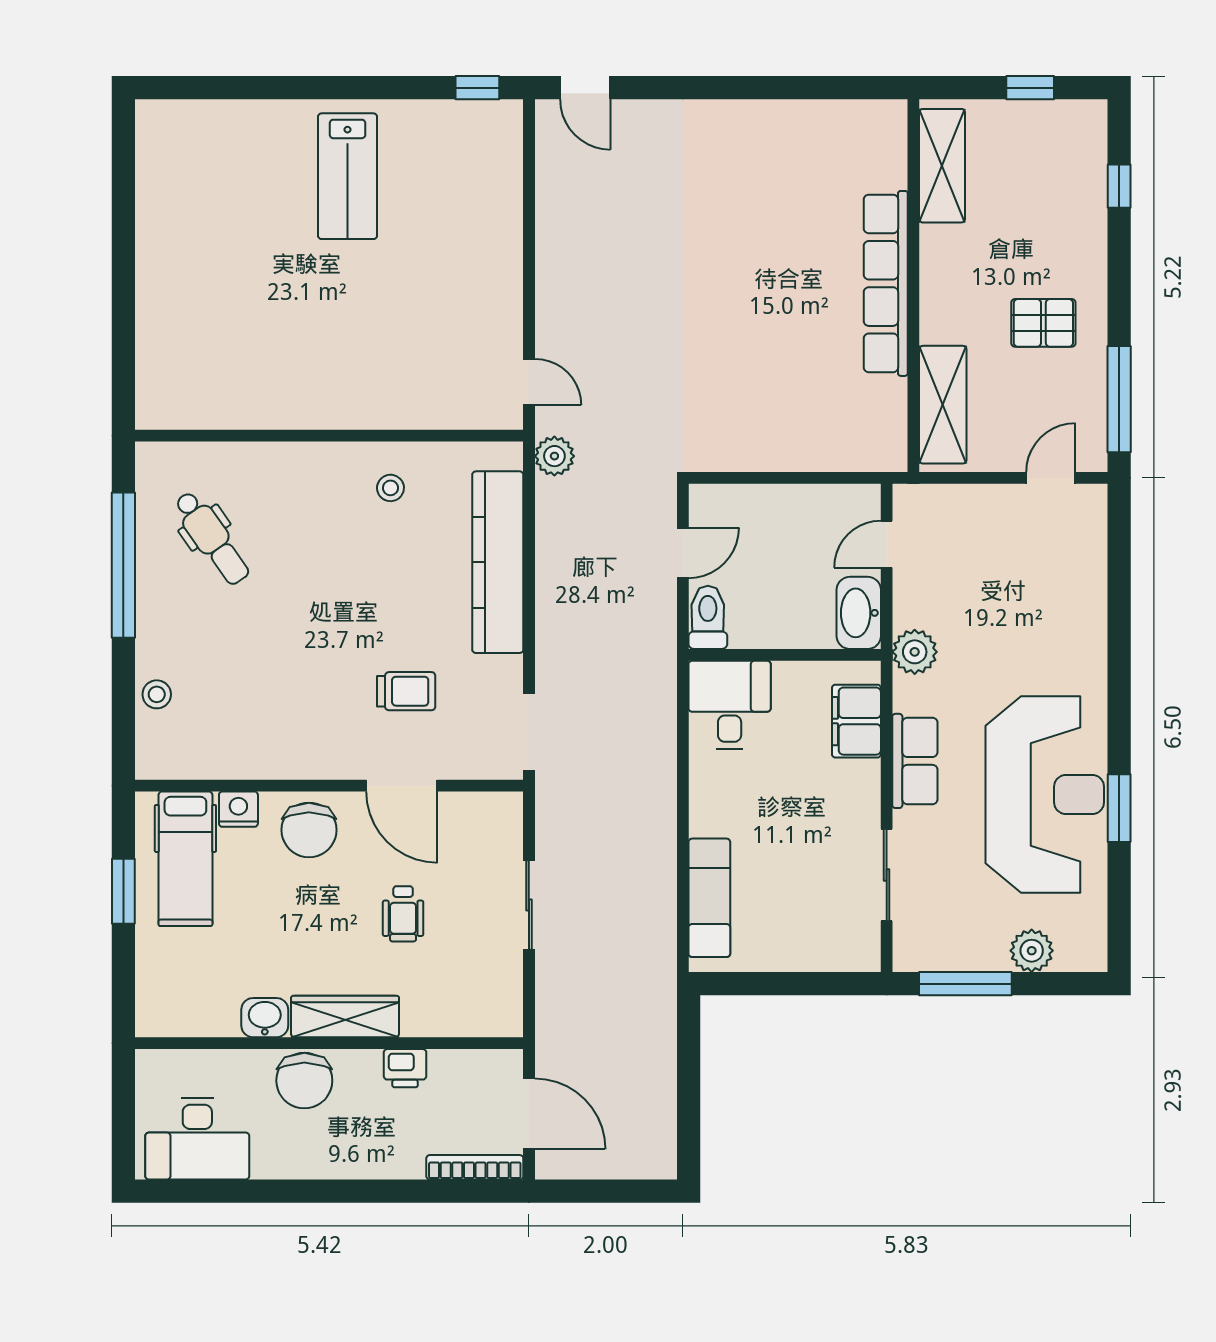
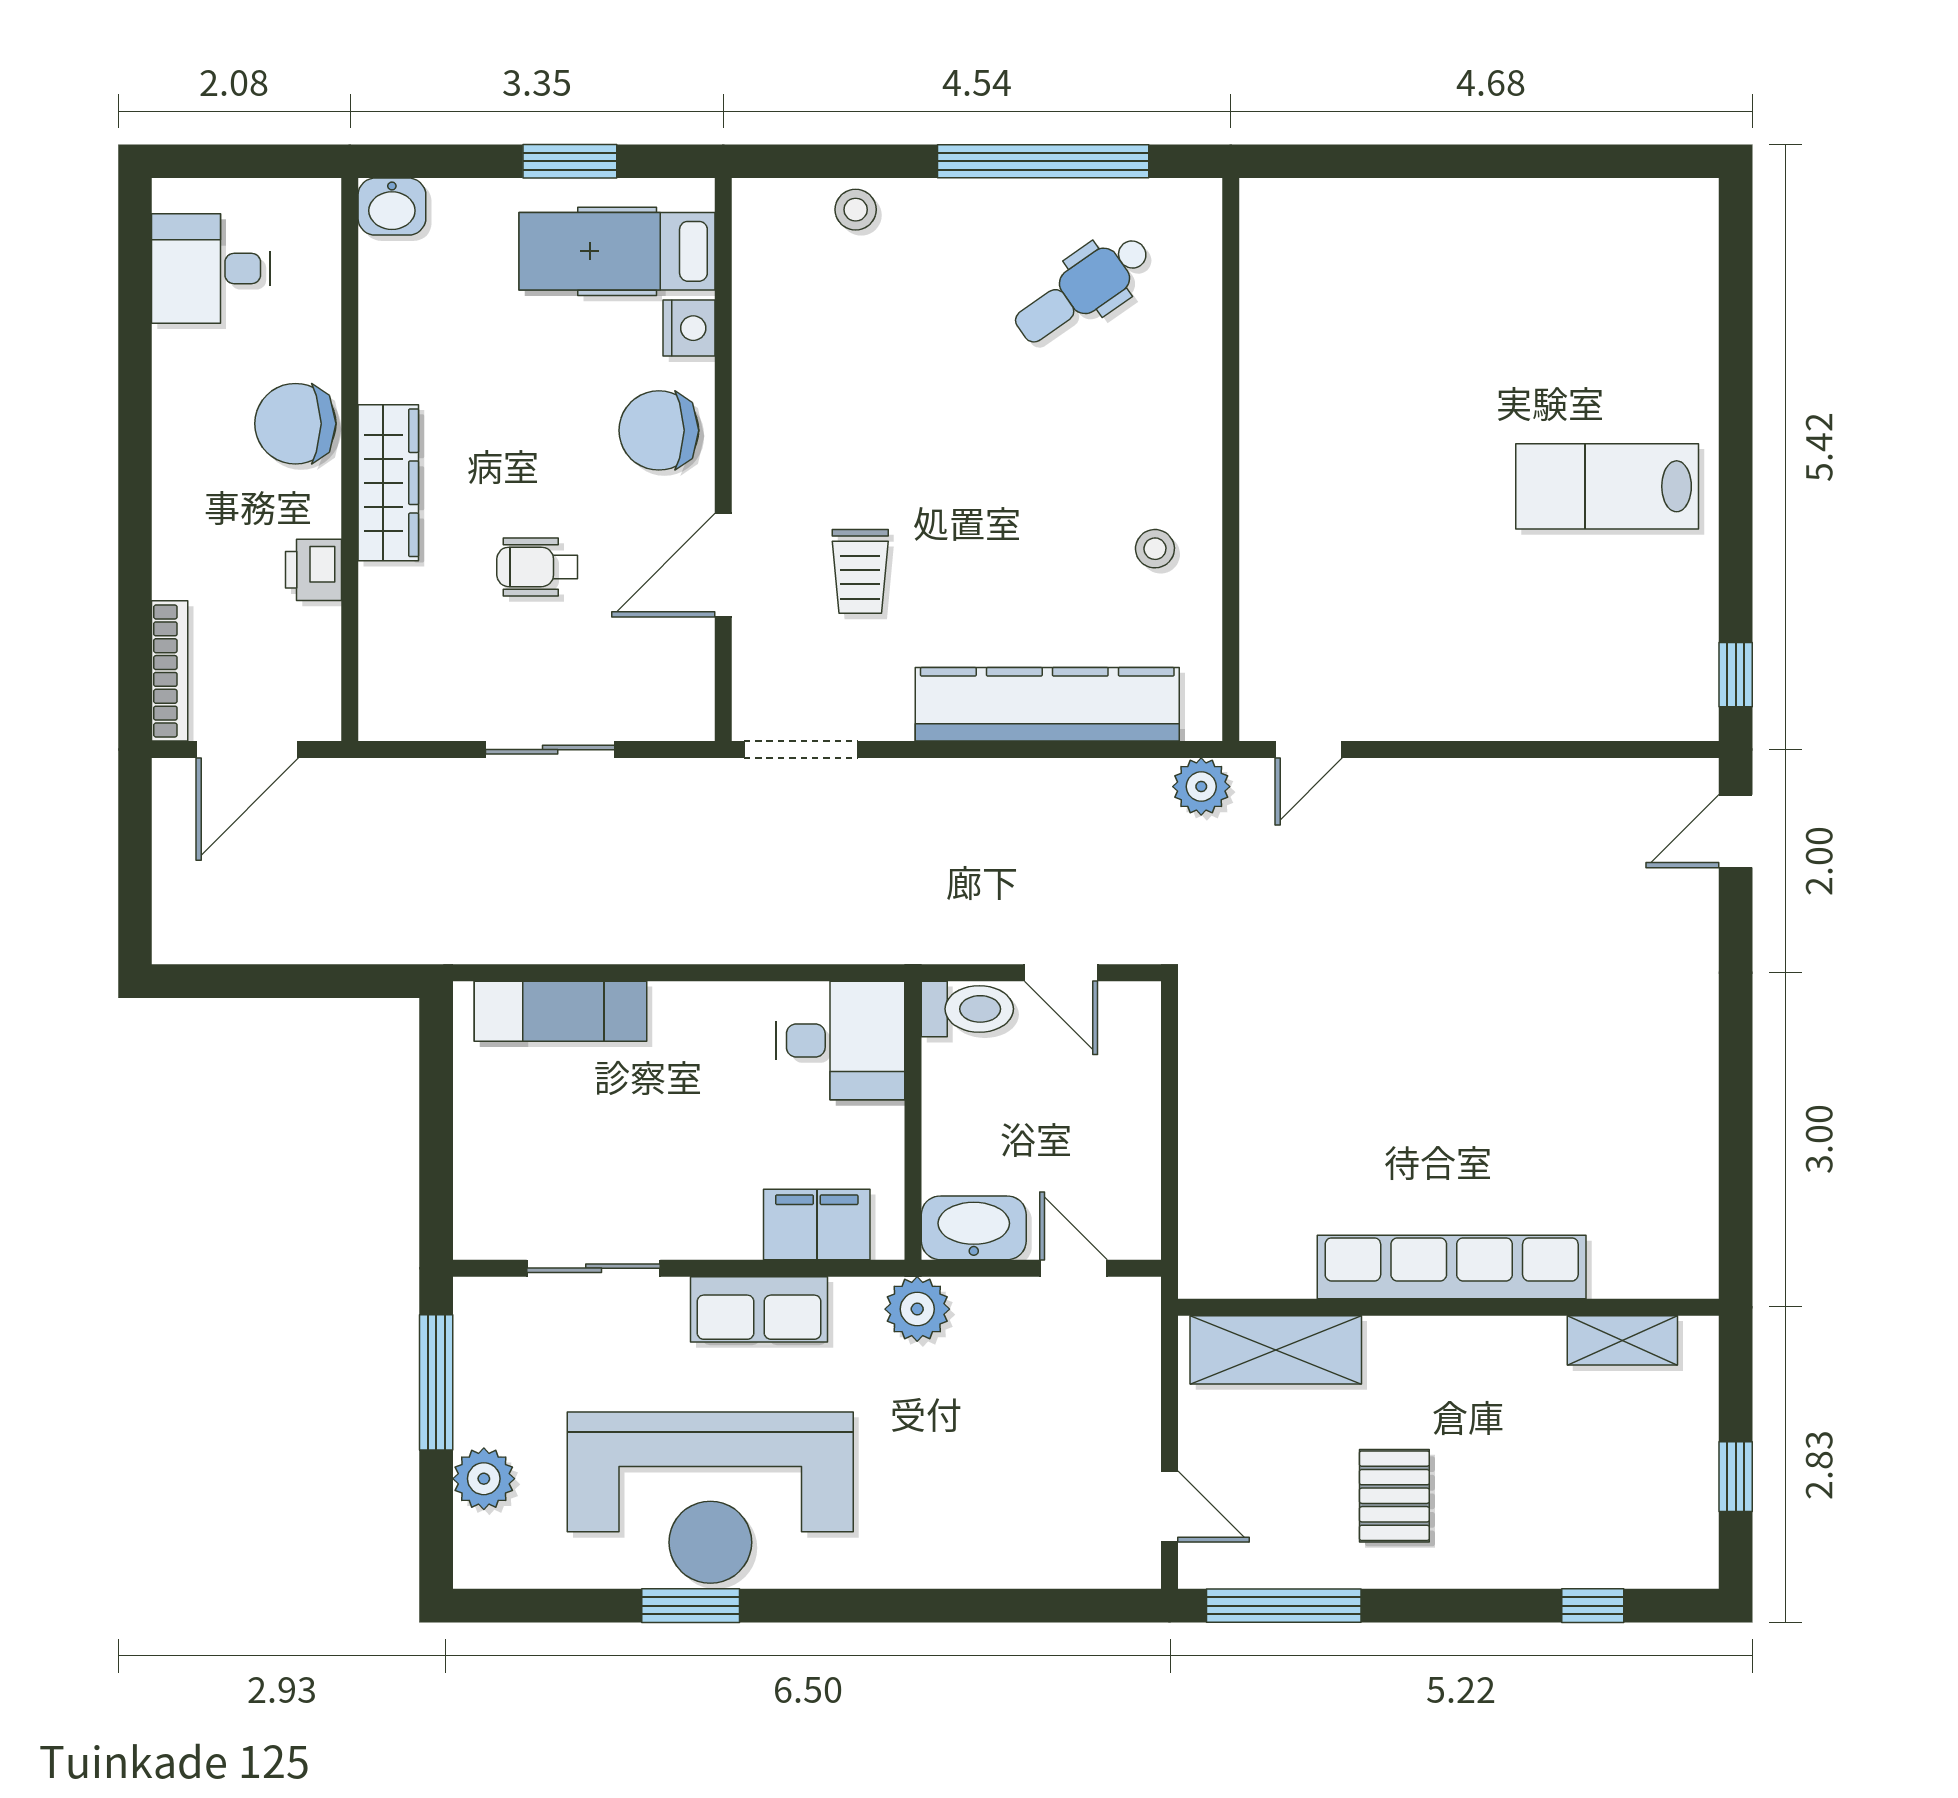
shelving: (942, 166) -> (1622, 1340), width x0.67, depth x0.75
washbasin: (265, 1018) -> (392, 207), moved, turned 90
desk: (197, 1139) -> (211, 268), width x0.73

